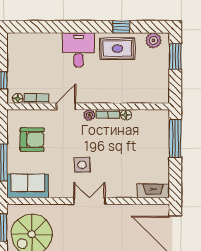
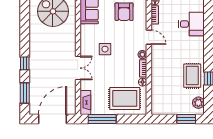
desk: (79, 50) -> (191, 24), moved
rug: (148, 139) -> (125, 98), added
window: (175, 139) -> (102, 119), moved
double door: (89, 201) -> (78, 68), moved

